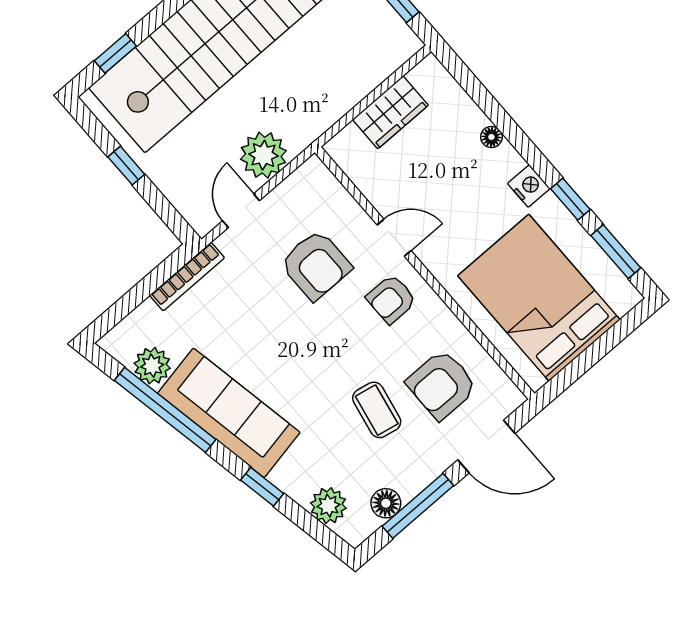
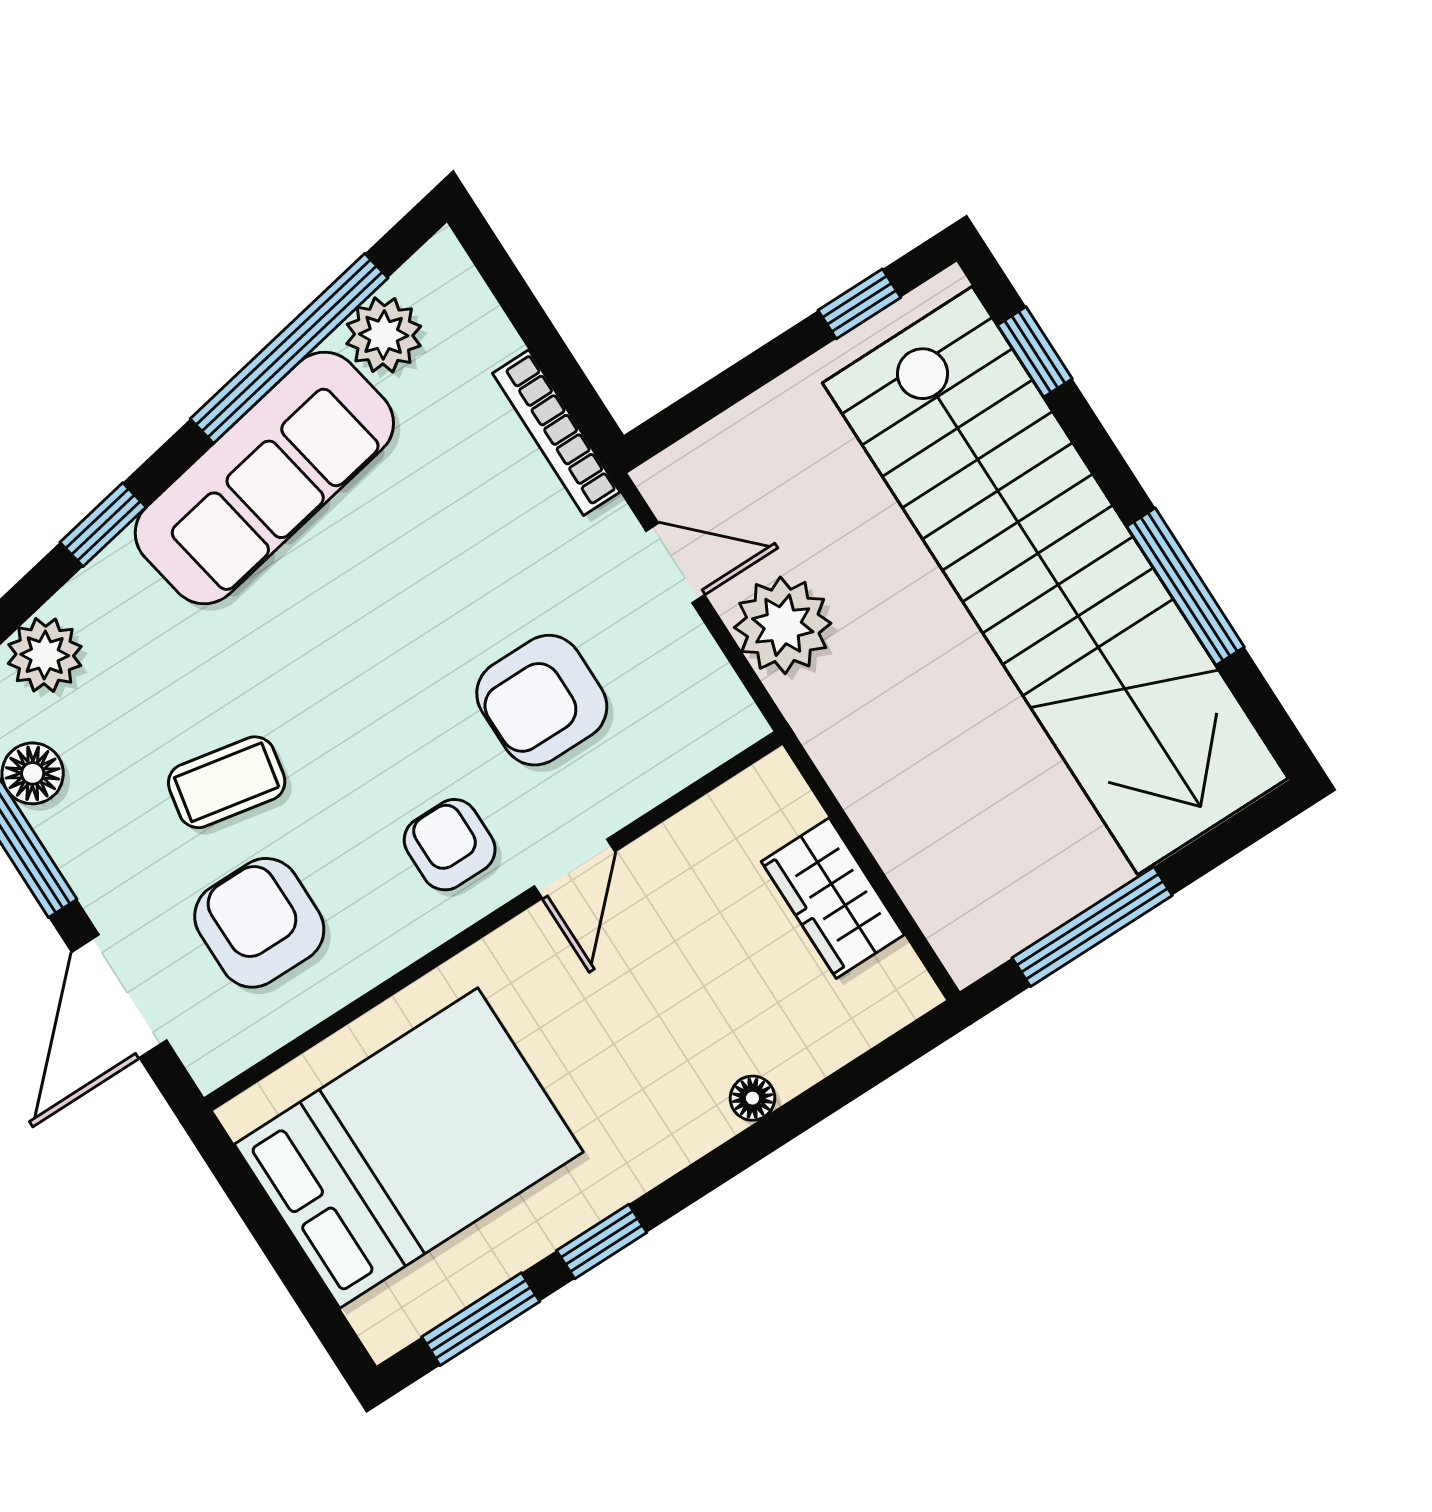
window: (126, 166) -> (859, 304), moved
nightstand: (529, 186) -> (641, 1160), removed

